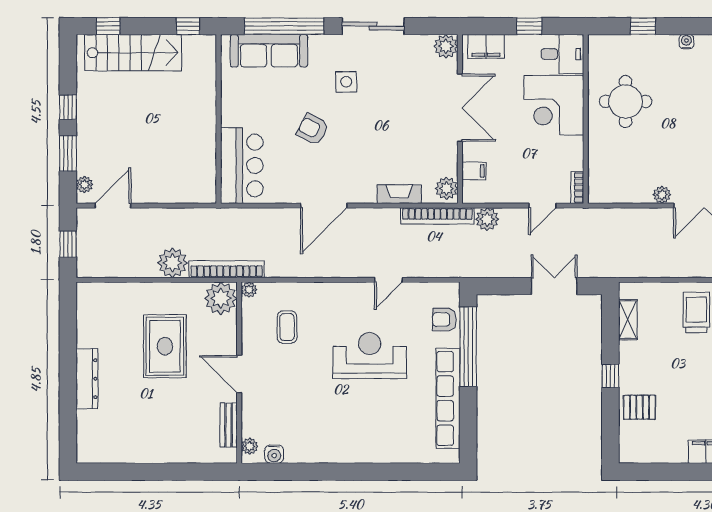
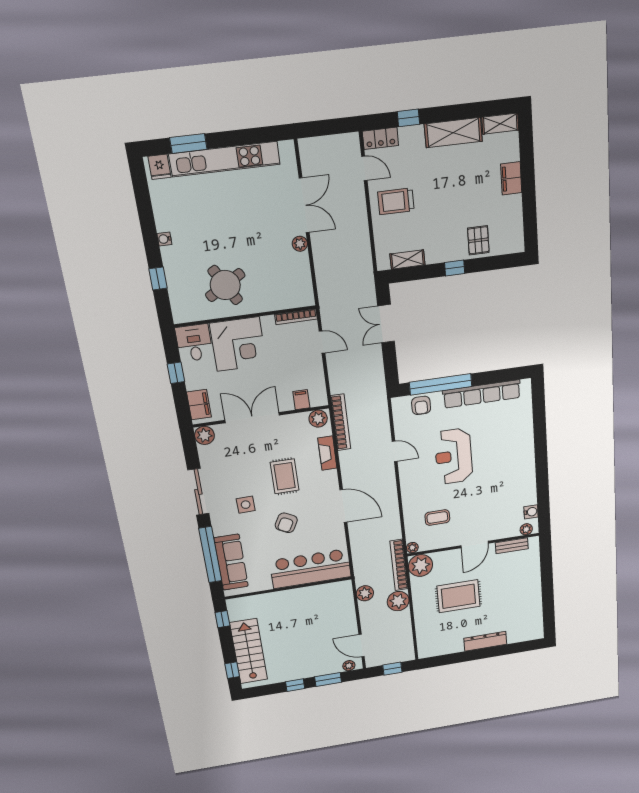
round table: (626, 101) -> (225, 285), turned -30
rug: (377, 136) -> (285, 476), added
bar counter: (242, 165) -> (311, 569), width x1.36
bookcase: (577, 188) -> (296, 317), width x1.56
plant: (487, 219) -> (365, 593), moved

